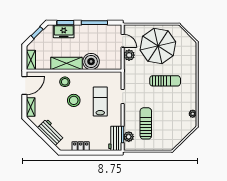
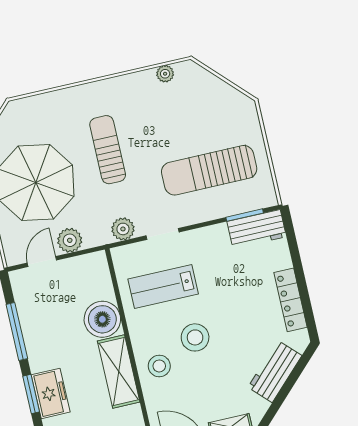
lab bench: (100, 101) -> (163, 287), moved
sun lounger: (146, 123) -> (209, 170), width x1.36, depth x1.34
plant: (129, 137) -> (123, 229), moved
locker: (81, 146) -> (291, 300), width x1.53

